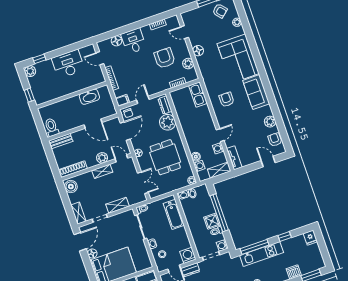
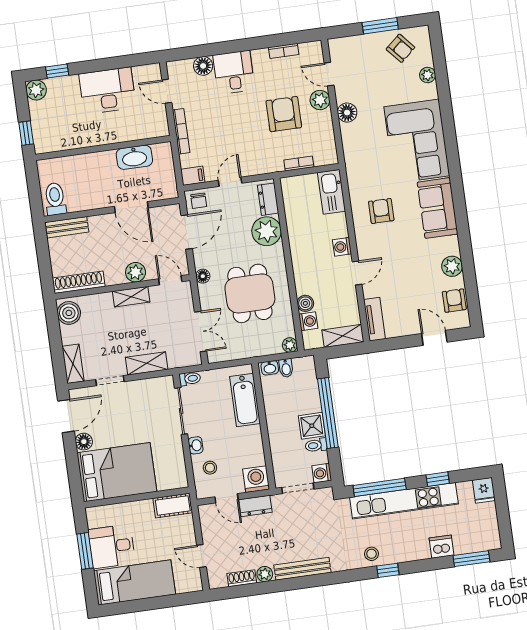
plant: (188, 64) -> (320, 100), moved
washing machine: (218, 148) -> (342, 247), moved
kitchen unit: (262, 254) -> (404, 501), width x1.36

